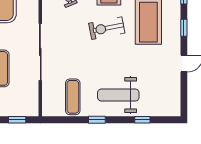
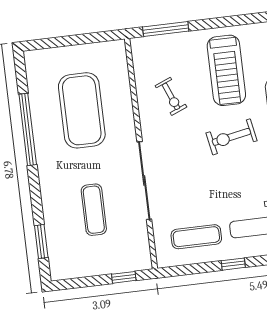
exercise mat: (73, 97) -> (196, 237), turned 90

